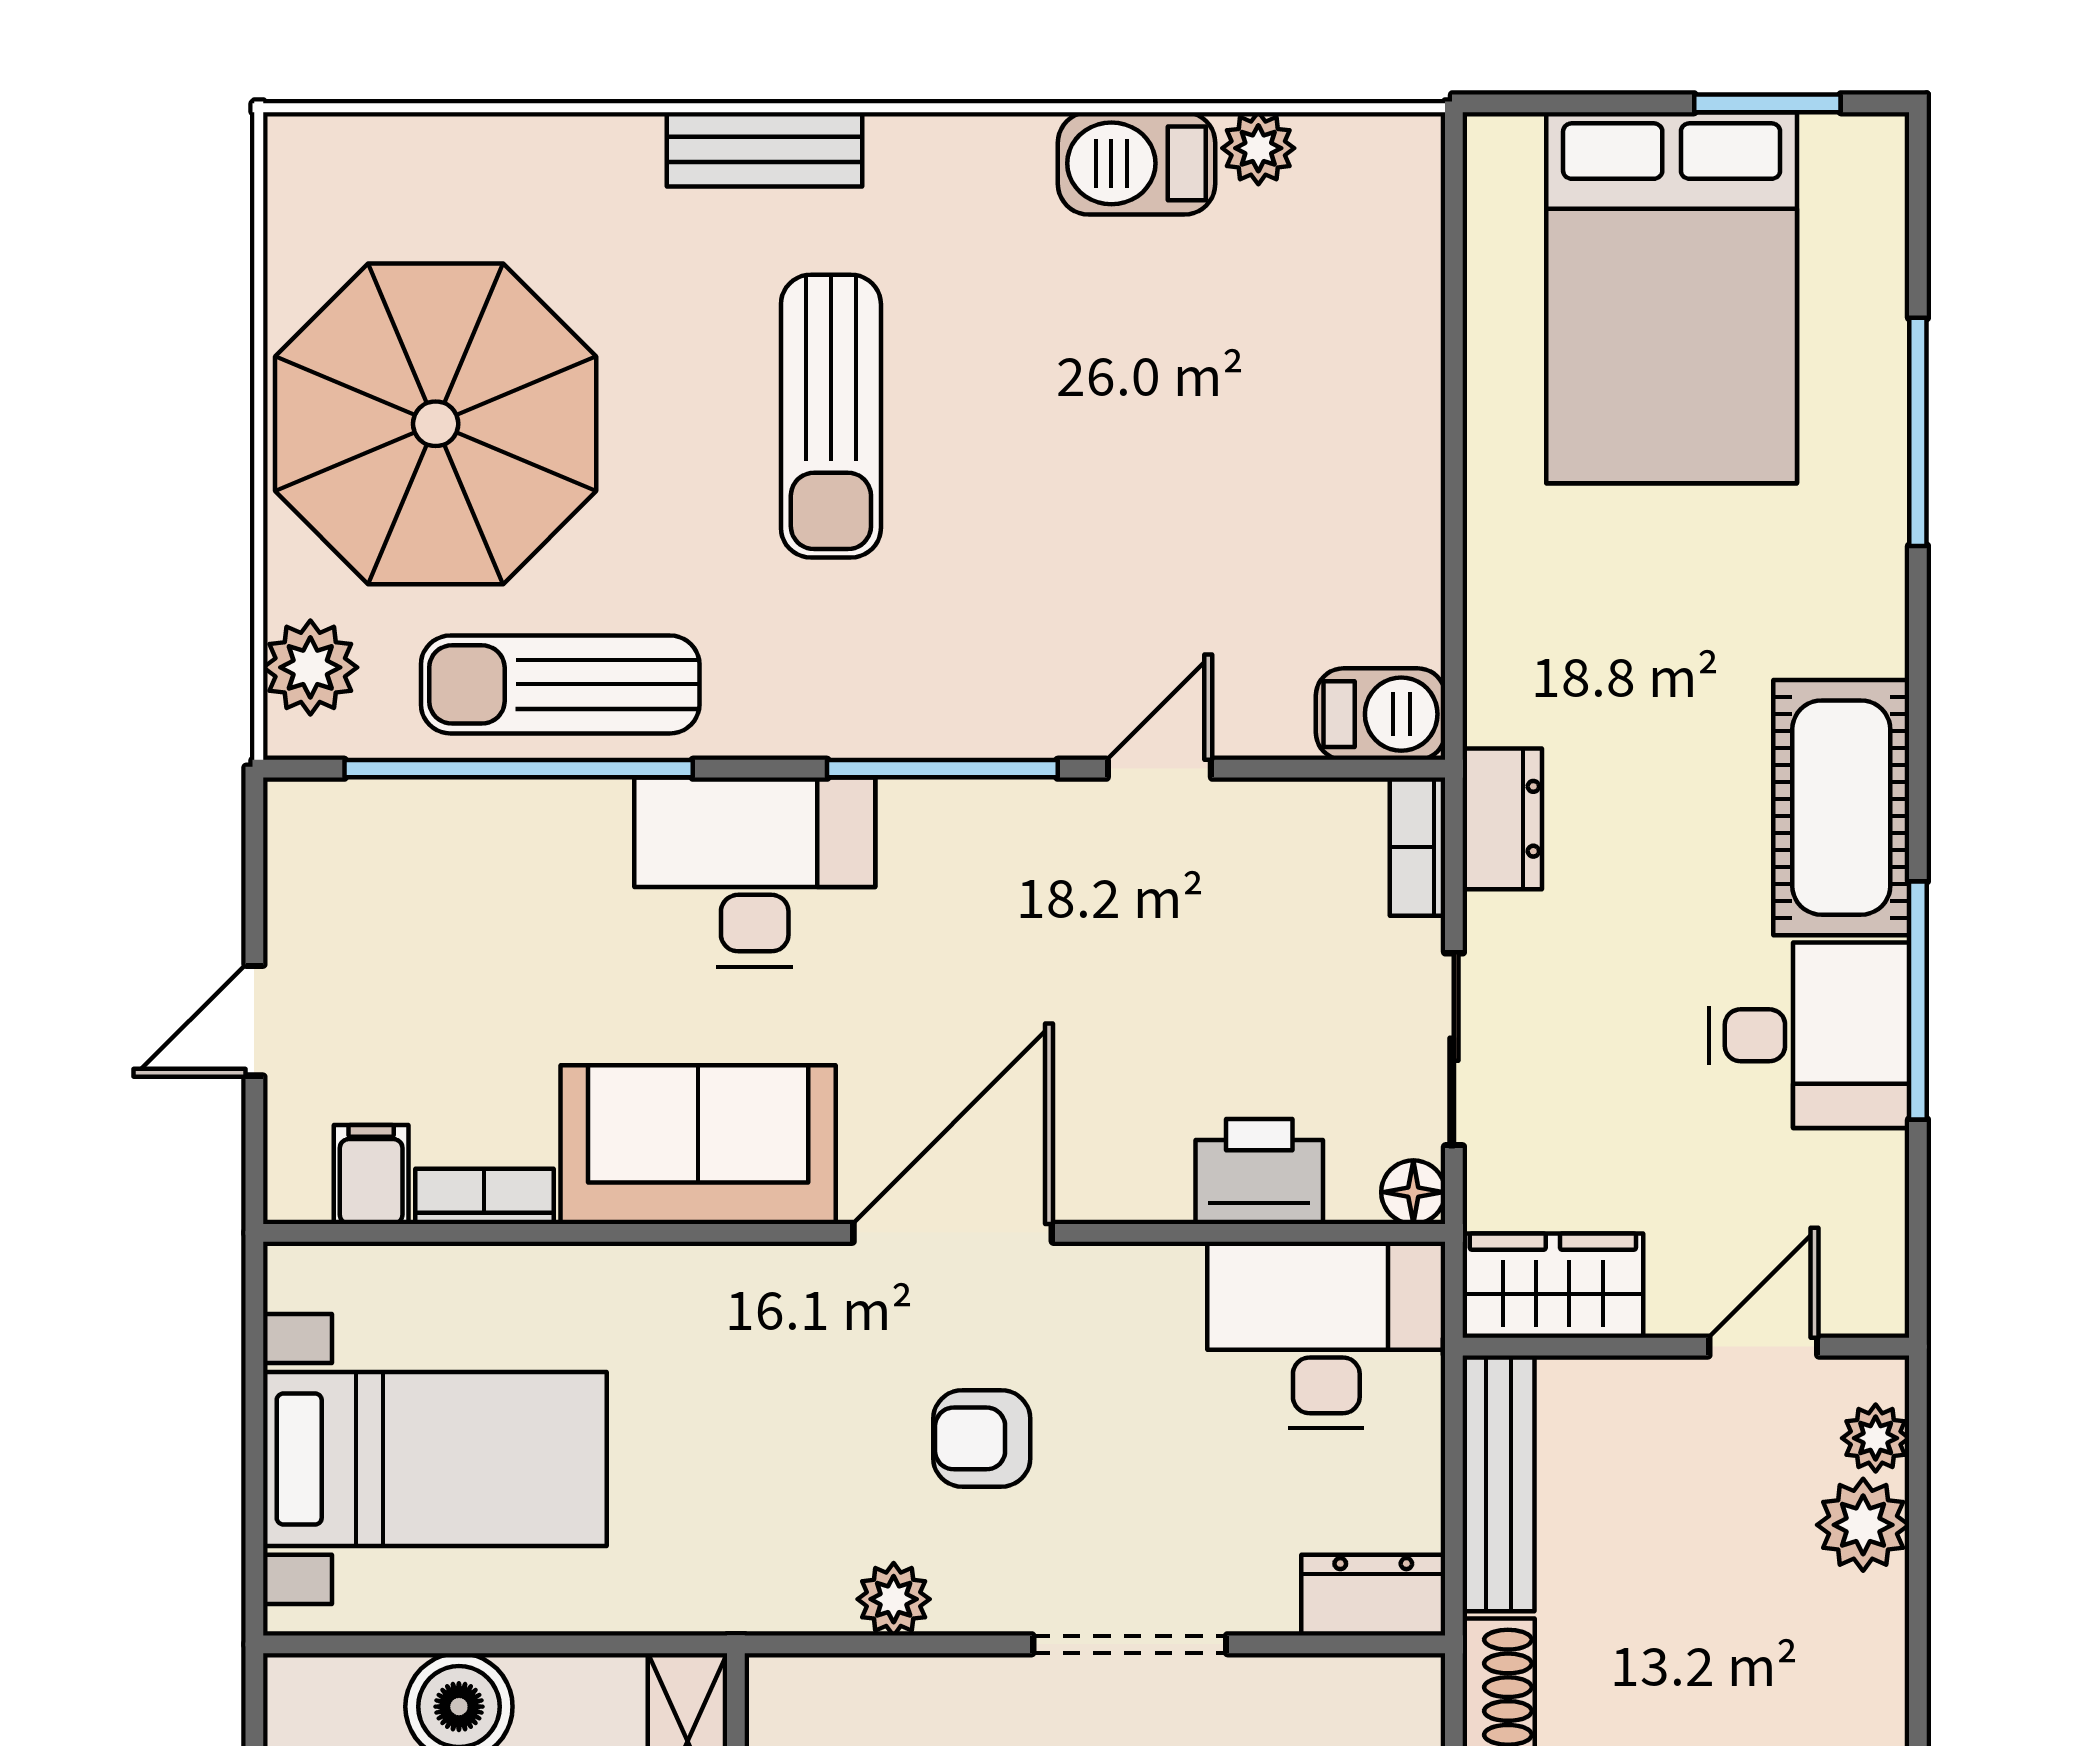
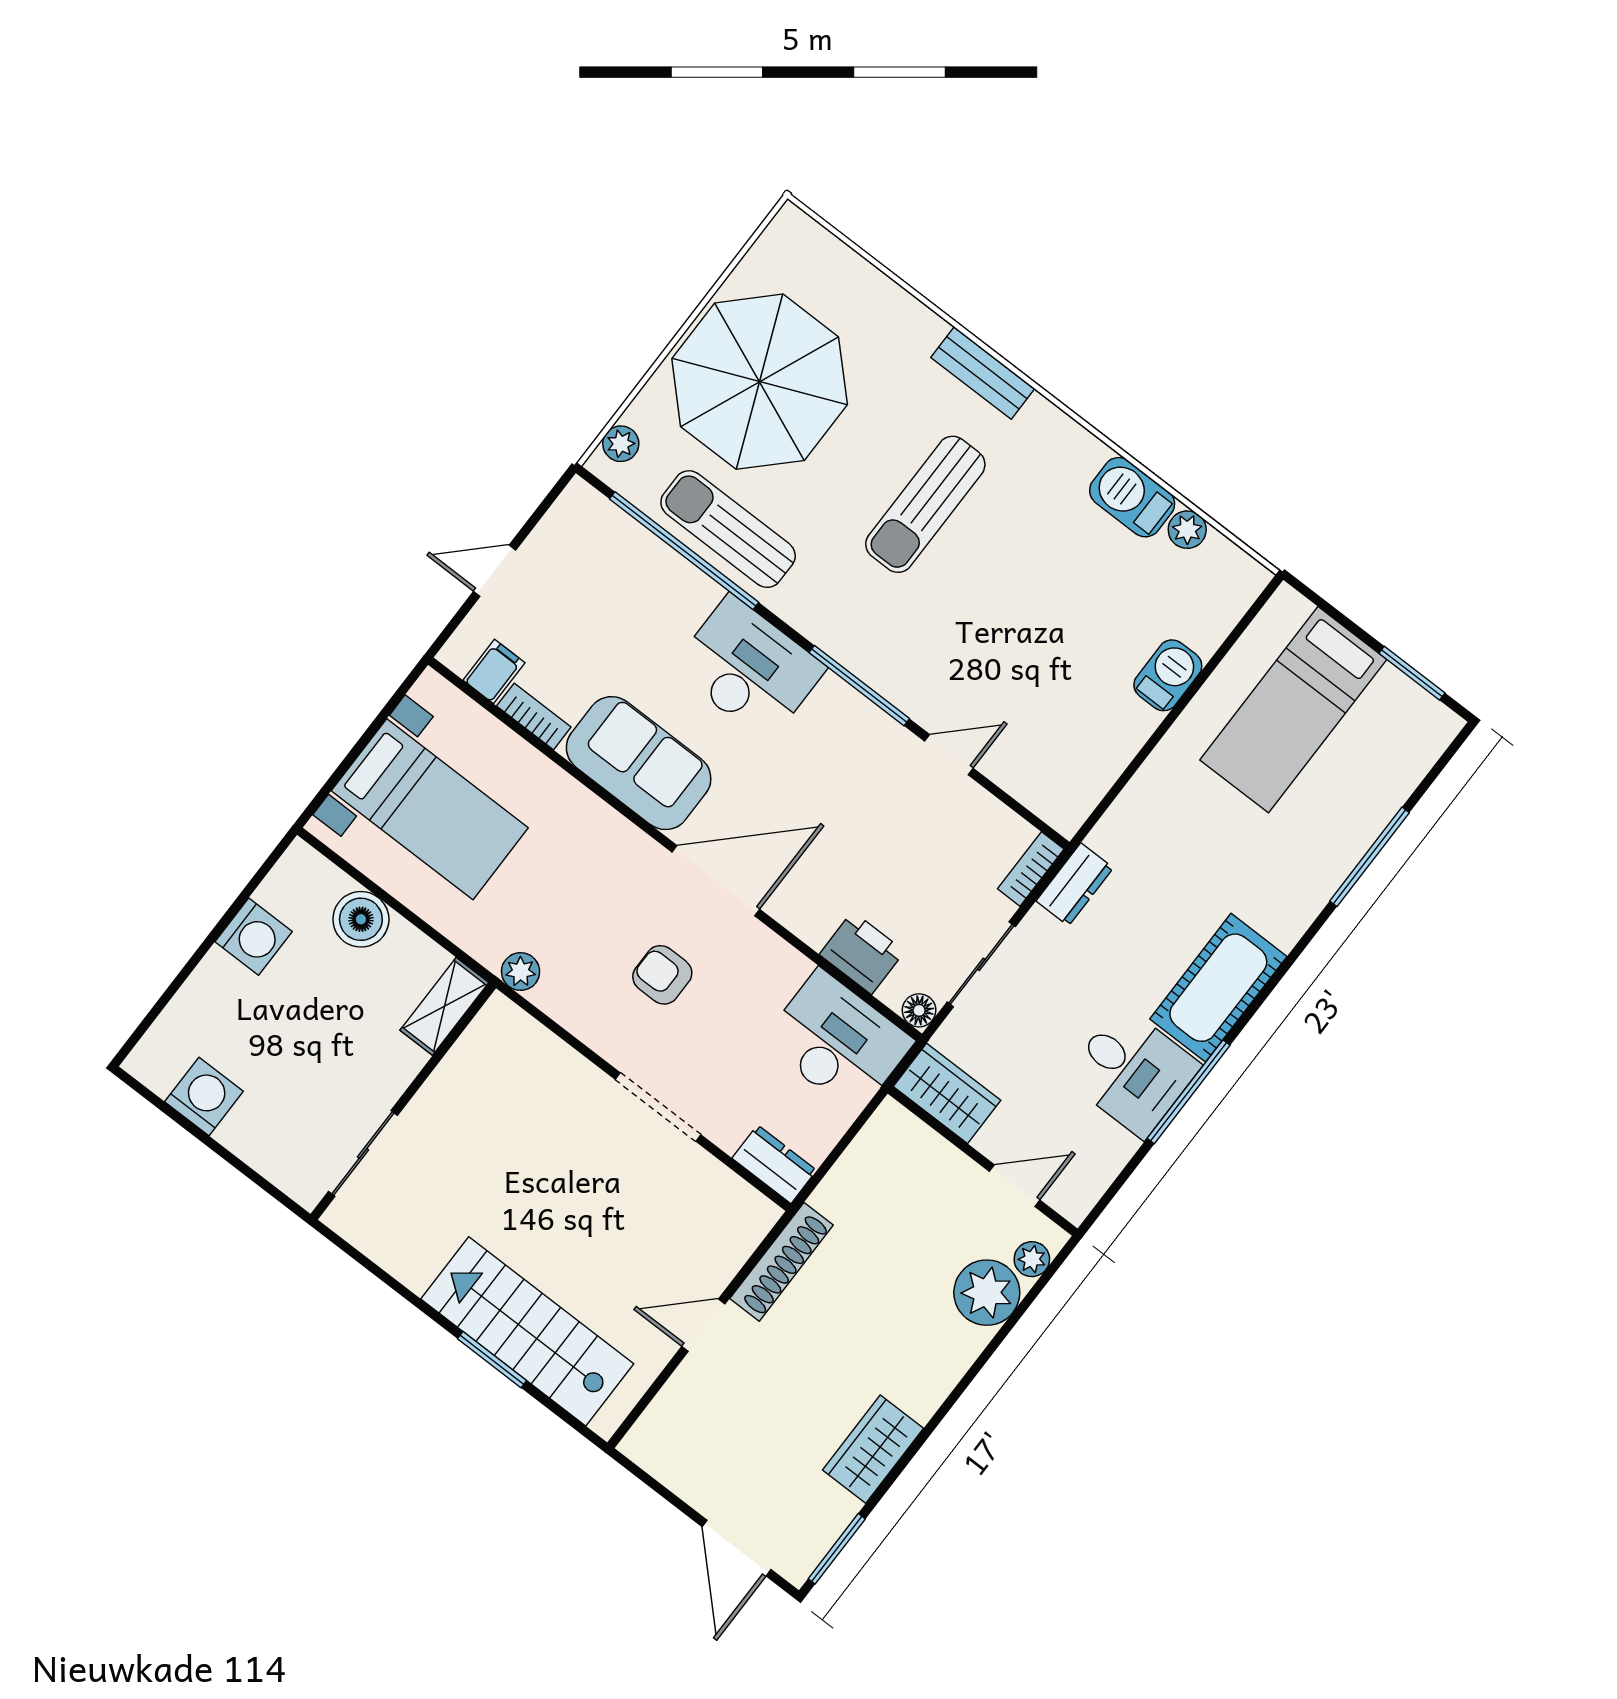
bed: (1672, 298) -> (1293, 710), width x0.67
plant: (310, 667) -> (621, 444), width x0.73, depth x0.73
barbecue: (1381, 714) -> (1168, 675), moved, turned -90
bench: (1499, 1483) -> (862, 1158), removed
plant: (1863, 1525) -> (987, 1293), width x1.36, depth x1.36
plant: (894, 1599) -> (521, 972), moved

